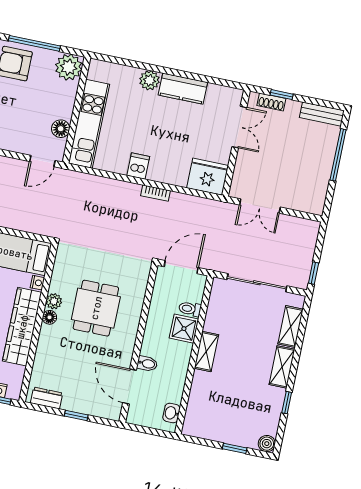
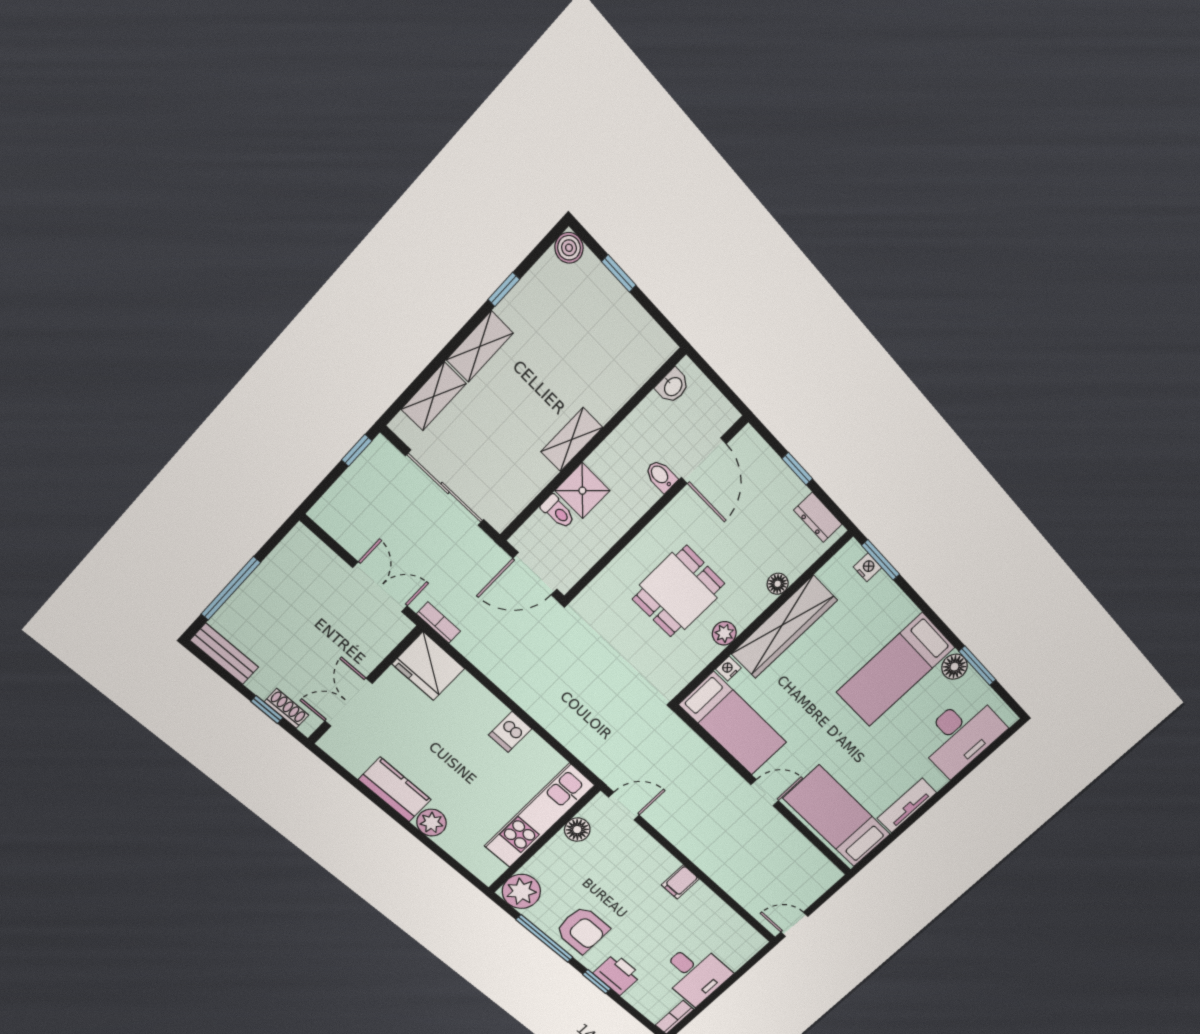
bookcase: (156, 193) -> (438, 623), moved
floor lamp: (49, 317) -> (778, 584), moved

